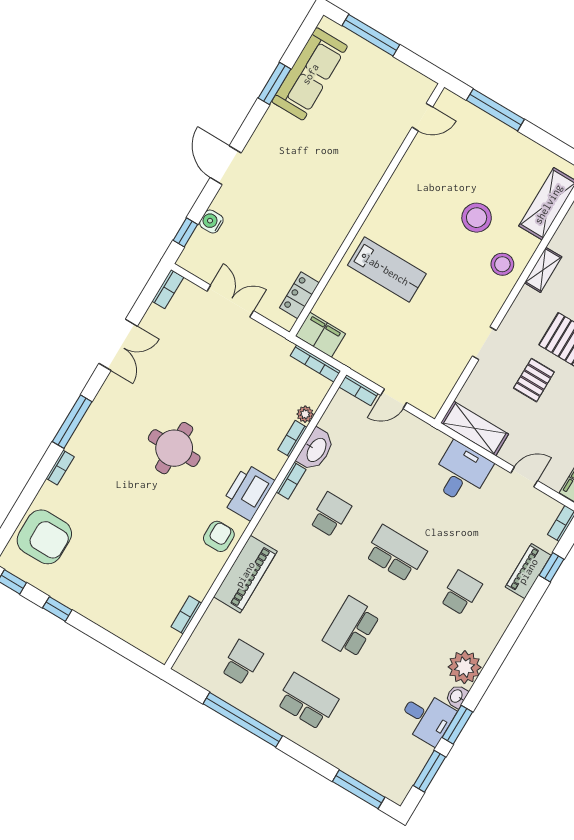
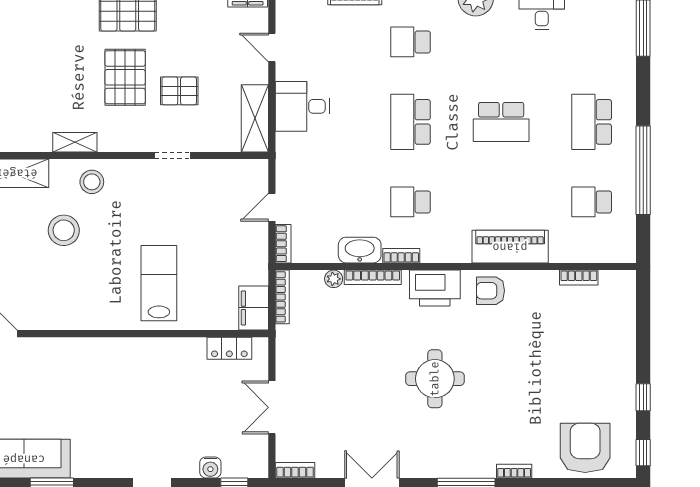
door: (394, 399) -> (272, 207), swing flipped
bookcase: (292, 439) -> (373, 277), width x1.56

